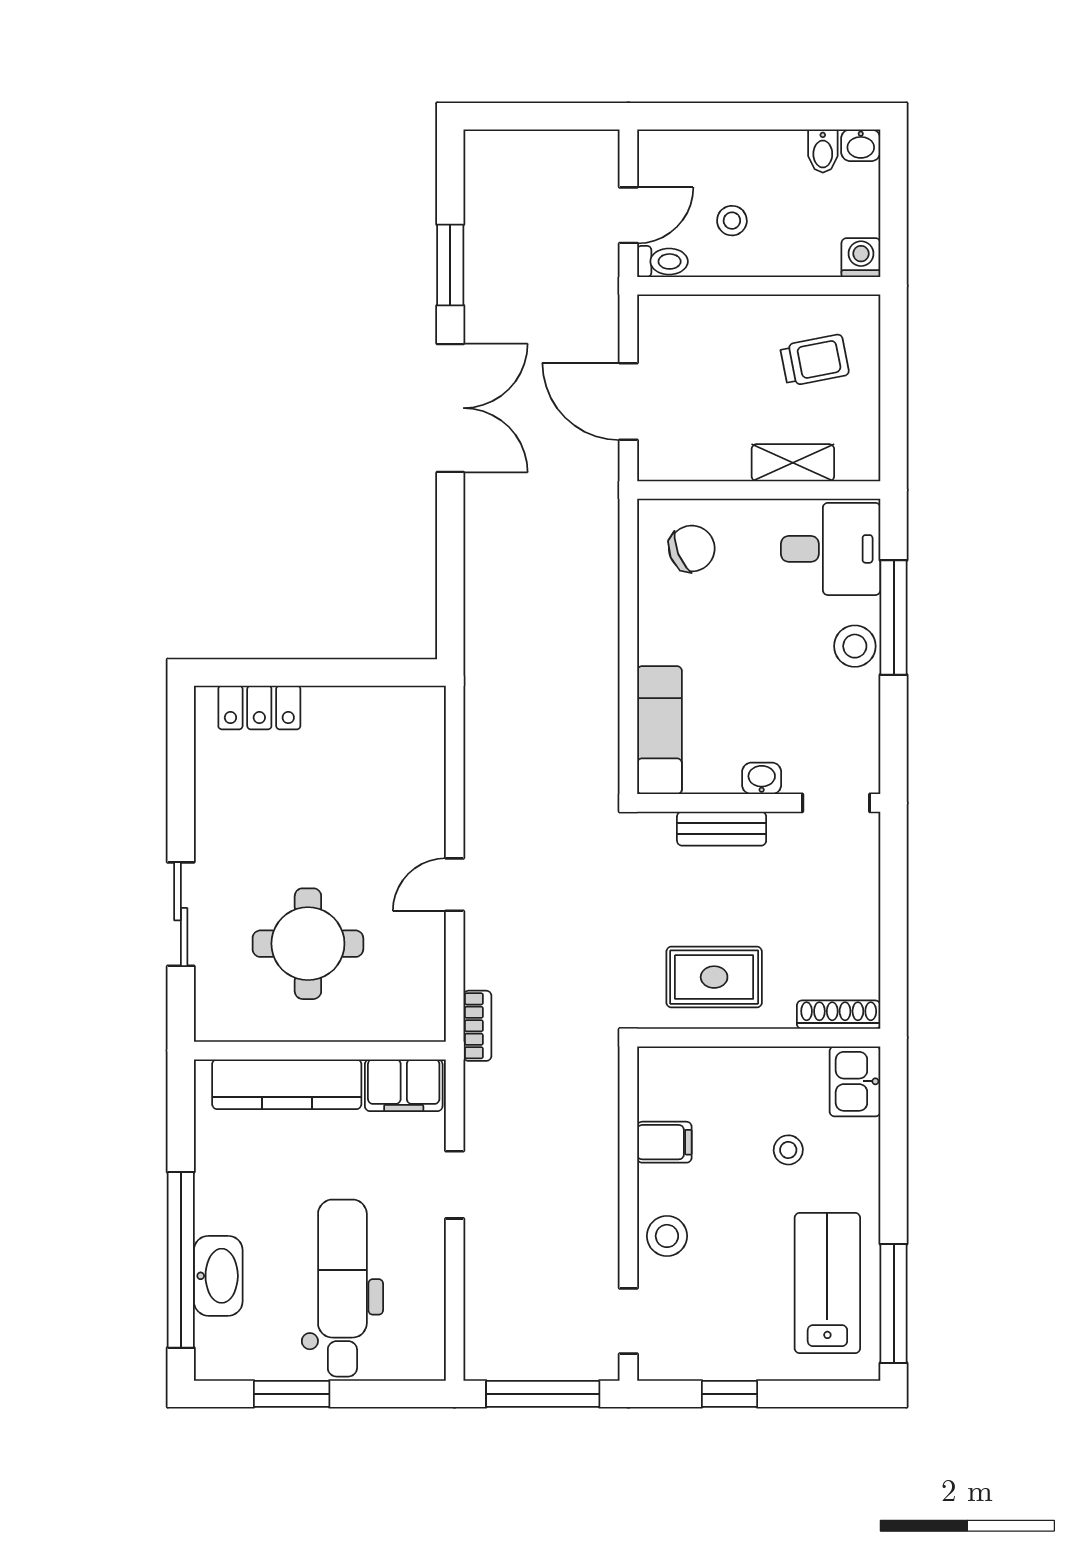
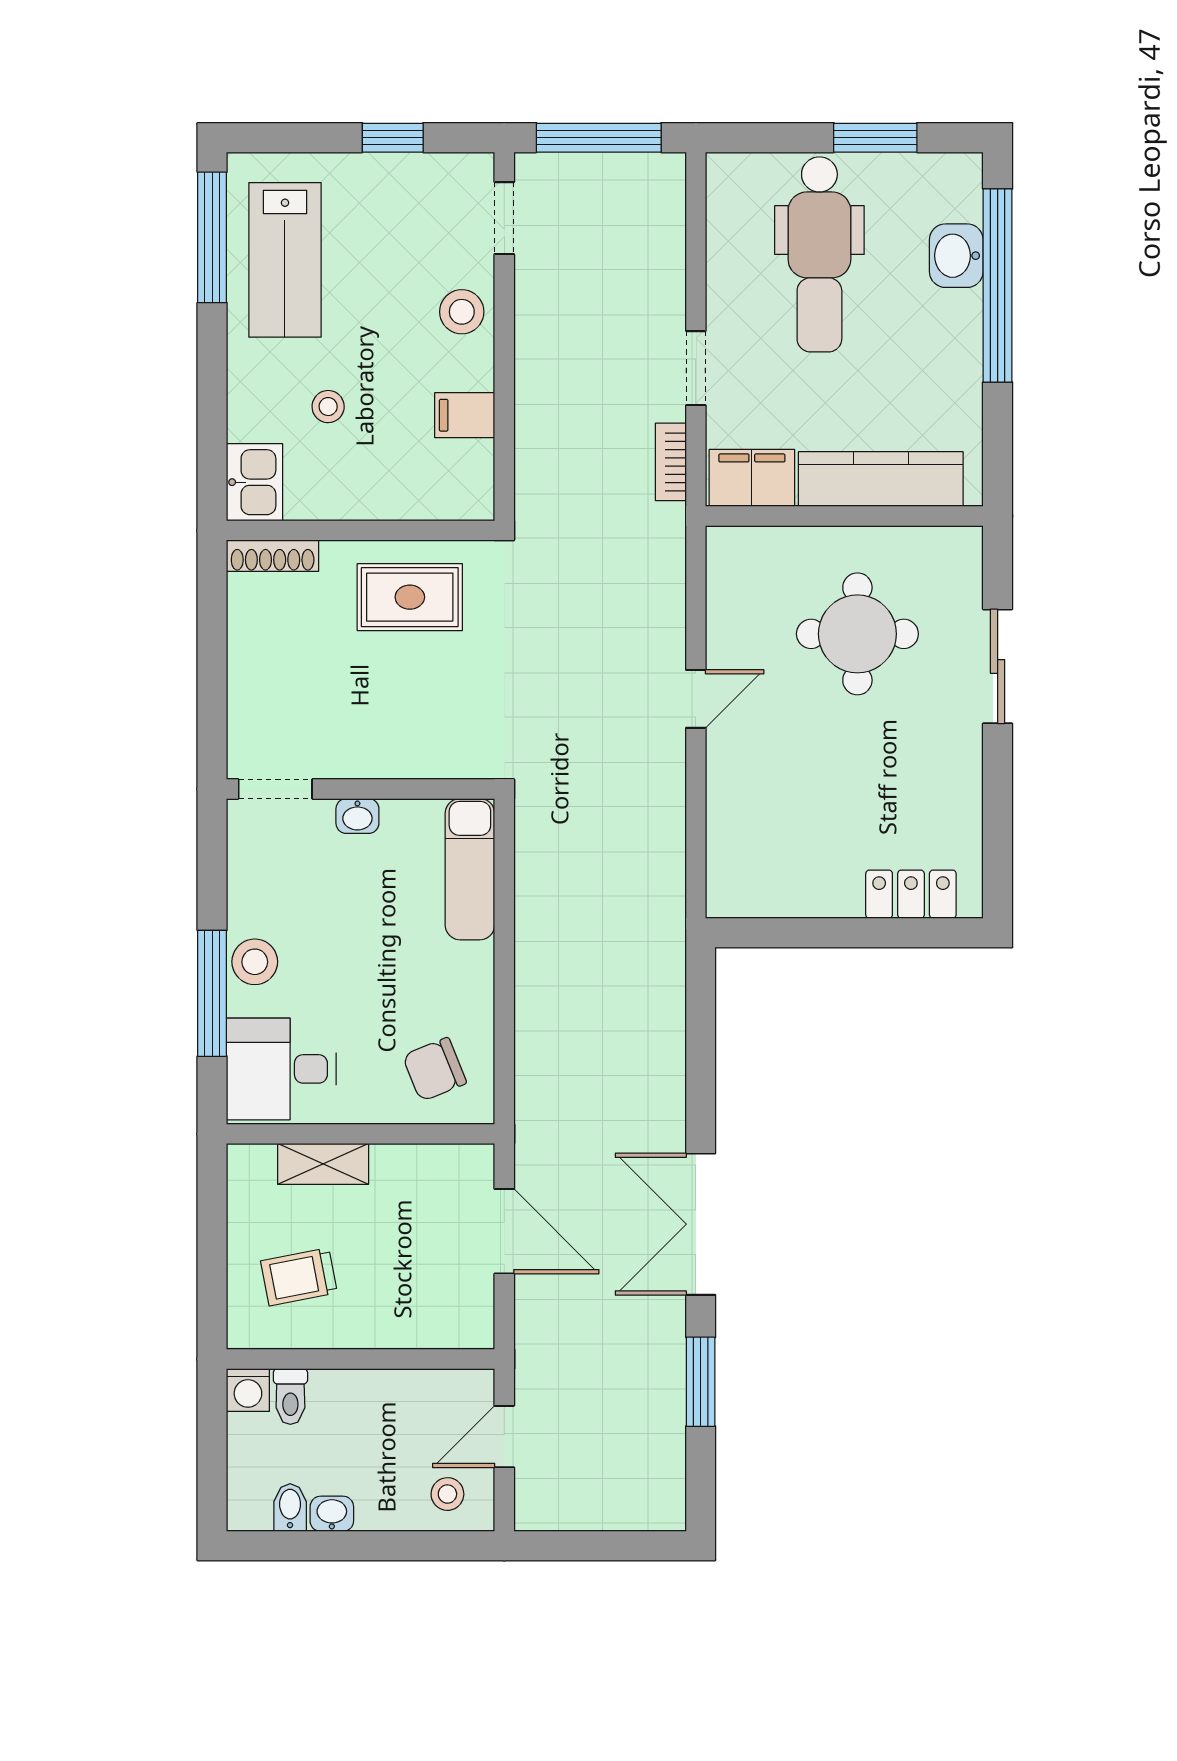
washbasin: (861, 145) -> (332, 1514), moved
stool: (732, 221) -> (447, 1494), moved
toilet: (662, 261) -> (290, 1396), moved, turned -90
bench: (722, 829) -> (402, 761), removed
bookcase: (477, 1026) -> (671, 462), moved
washbasin: (218, 1276) -> (956, 256), width x0.72

